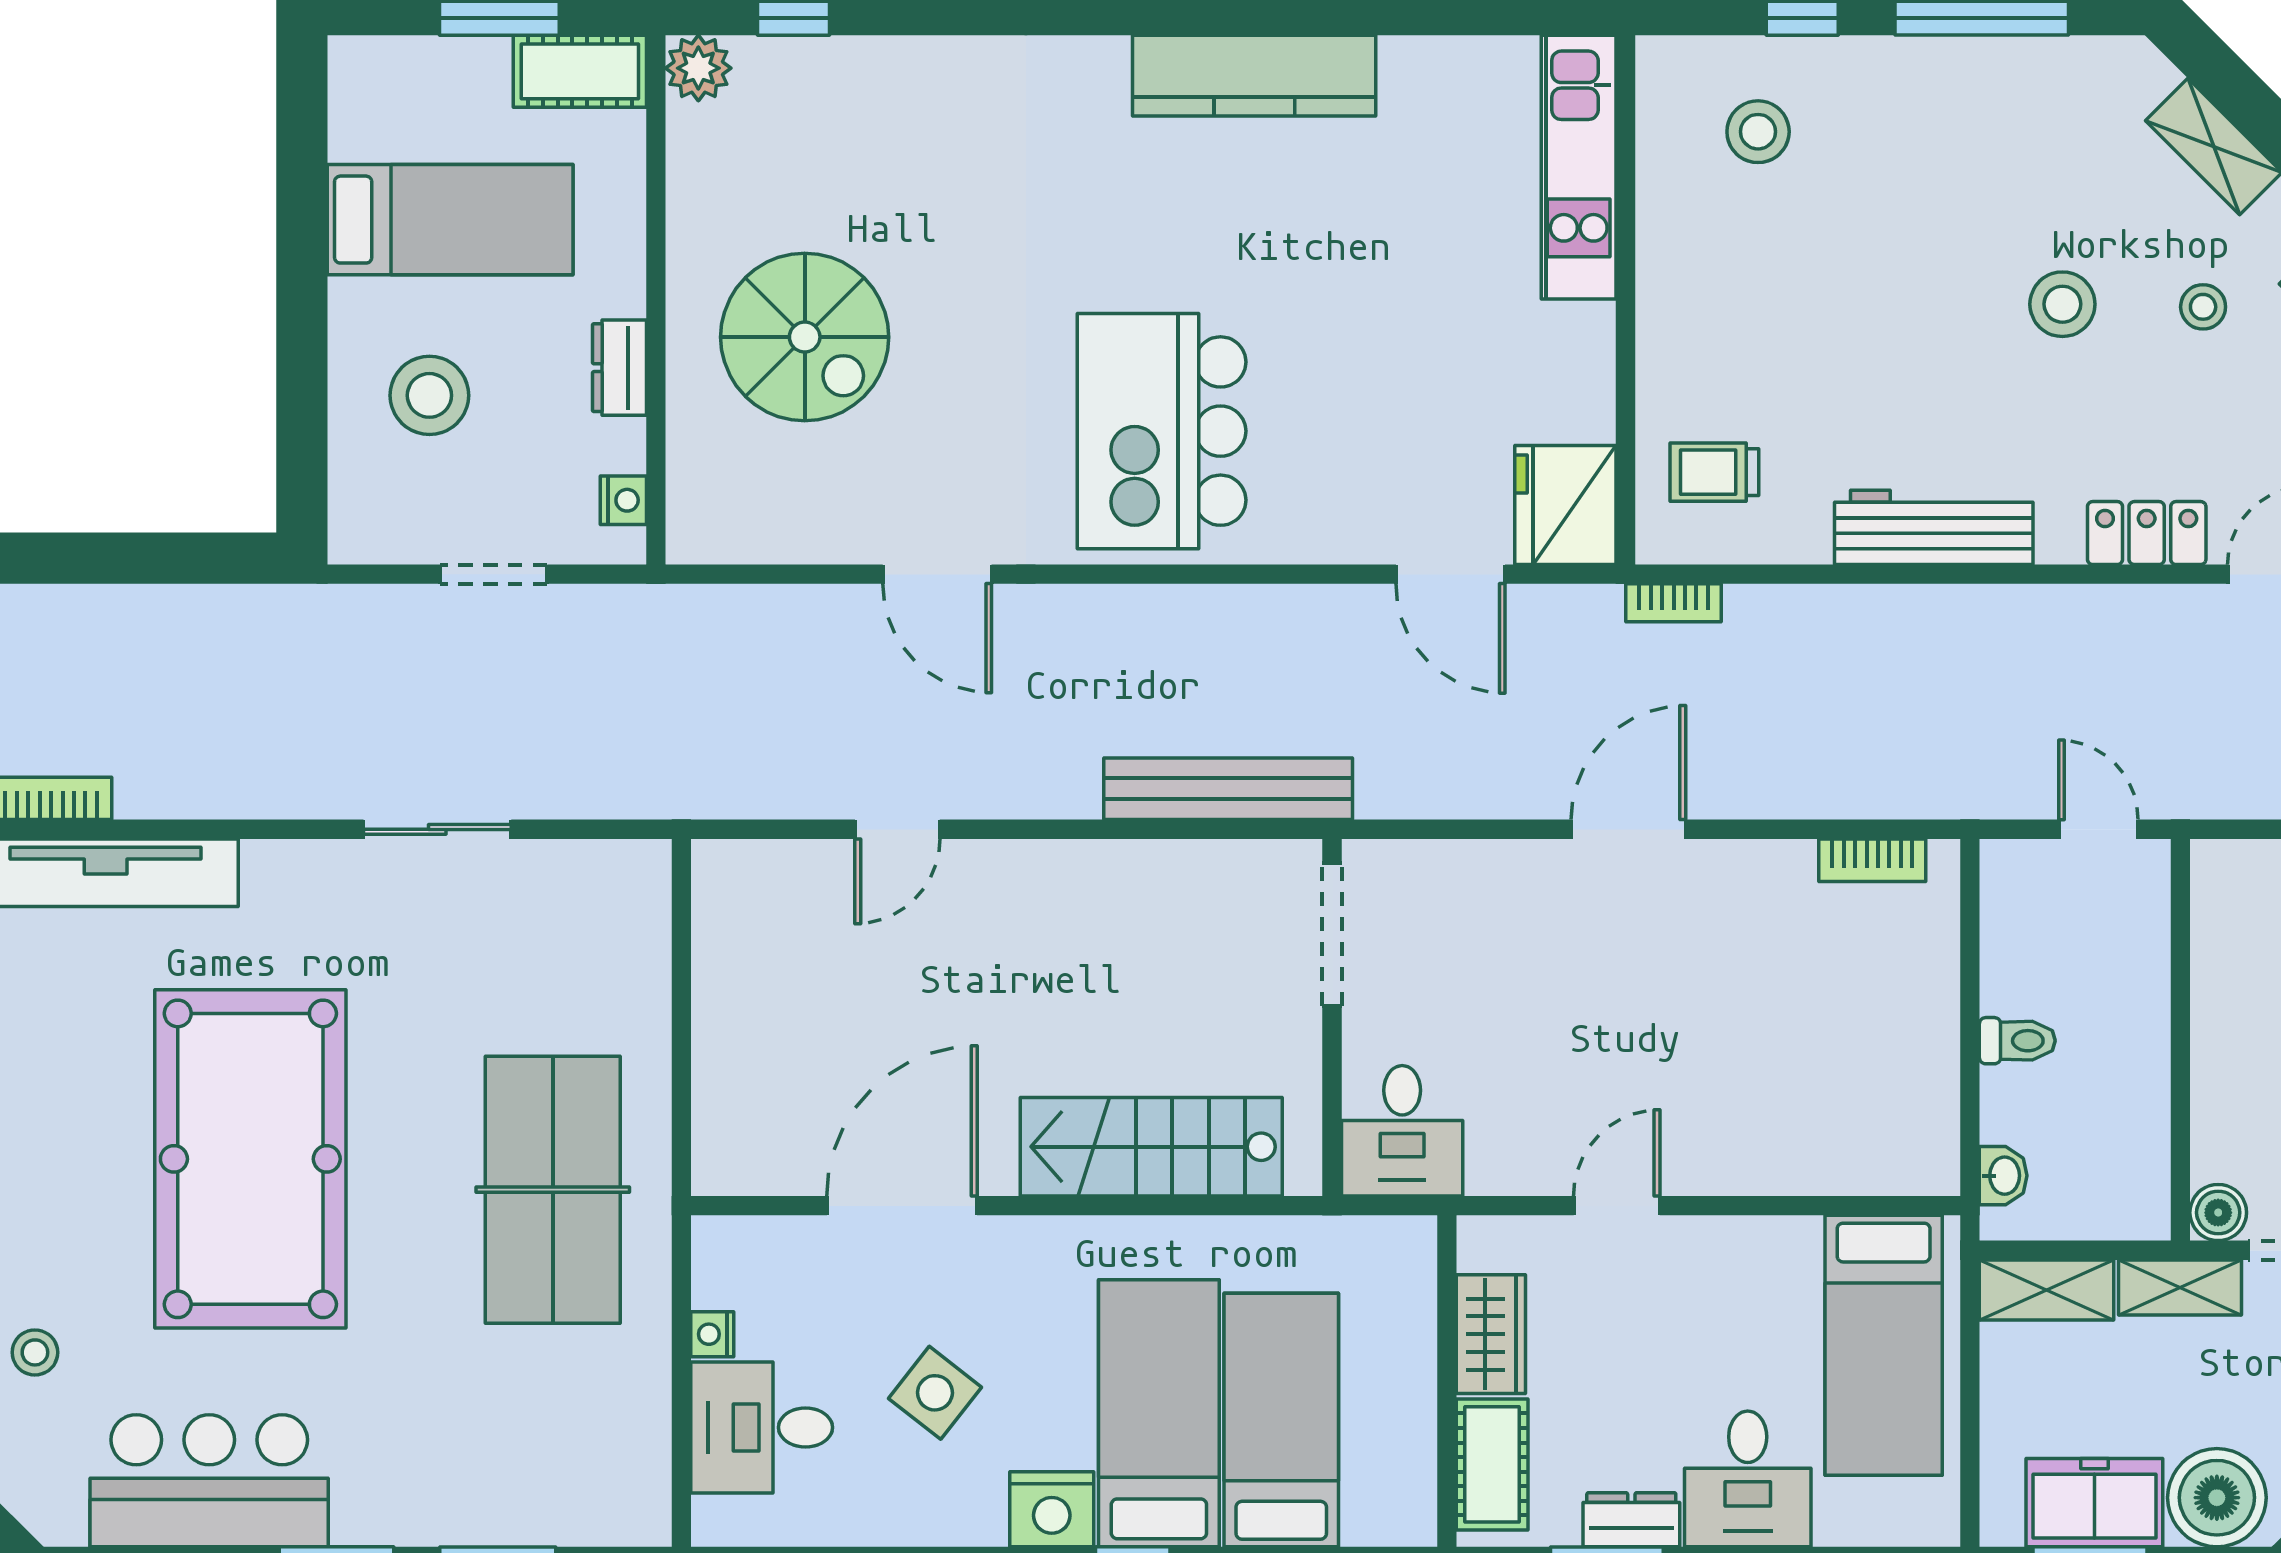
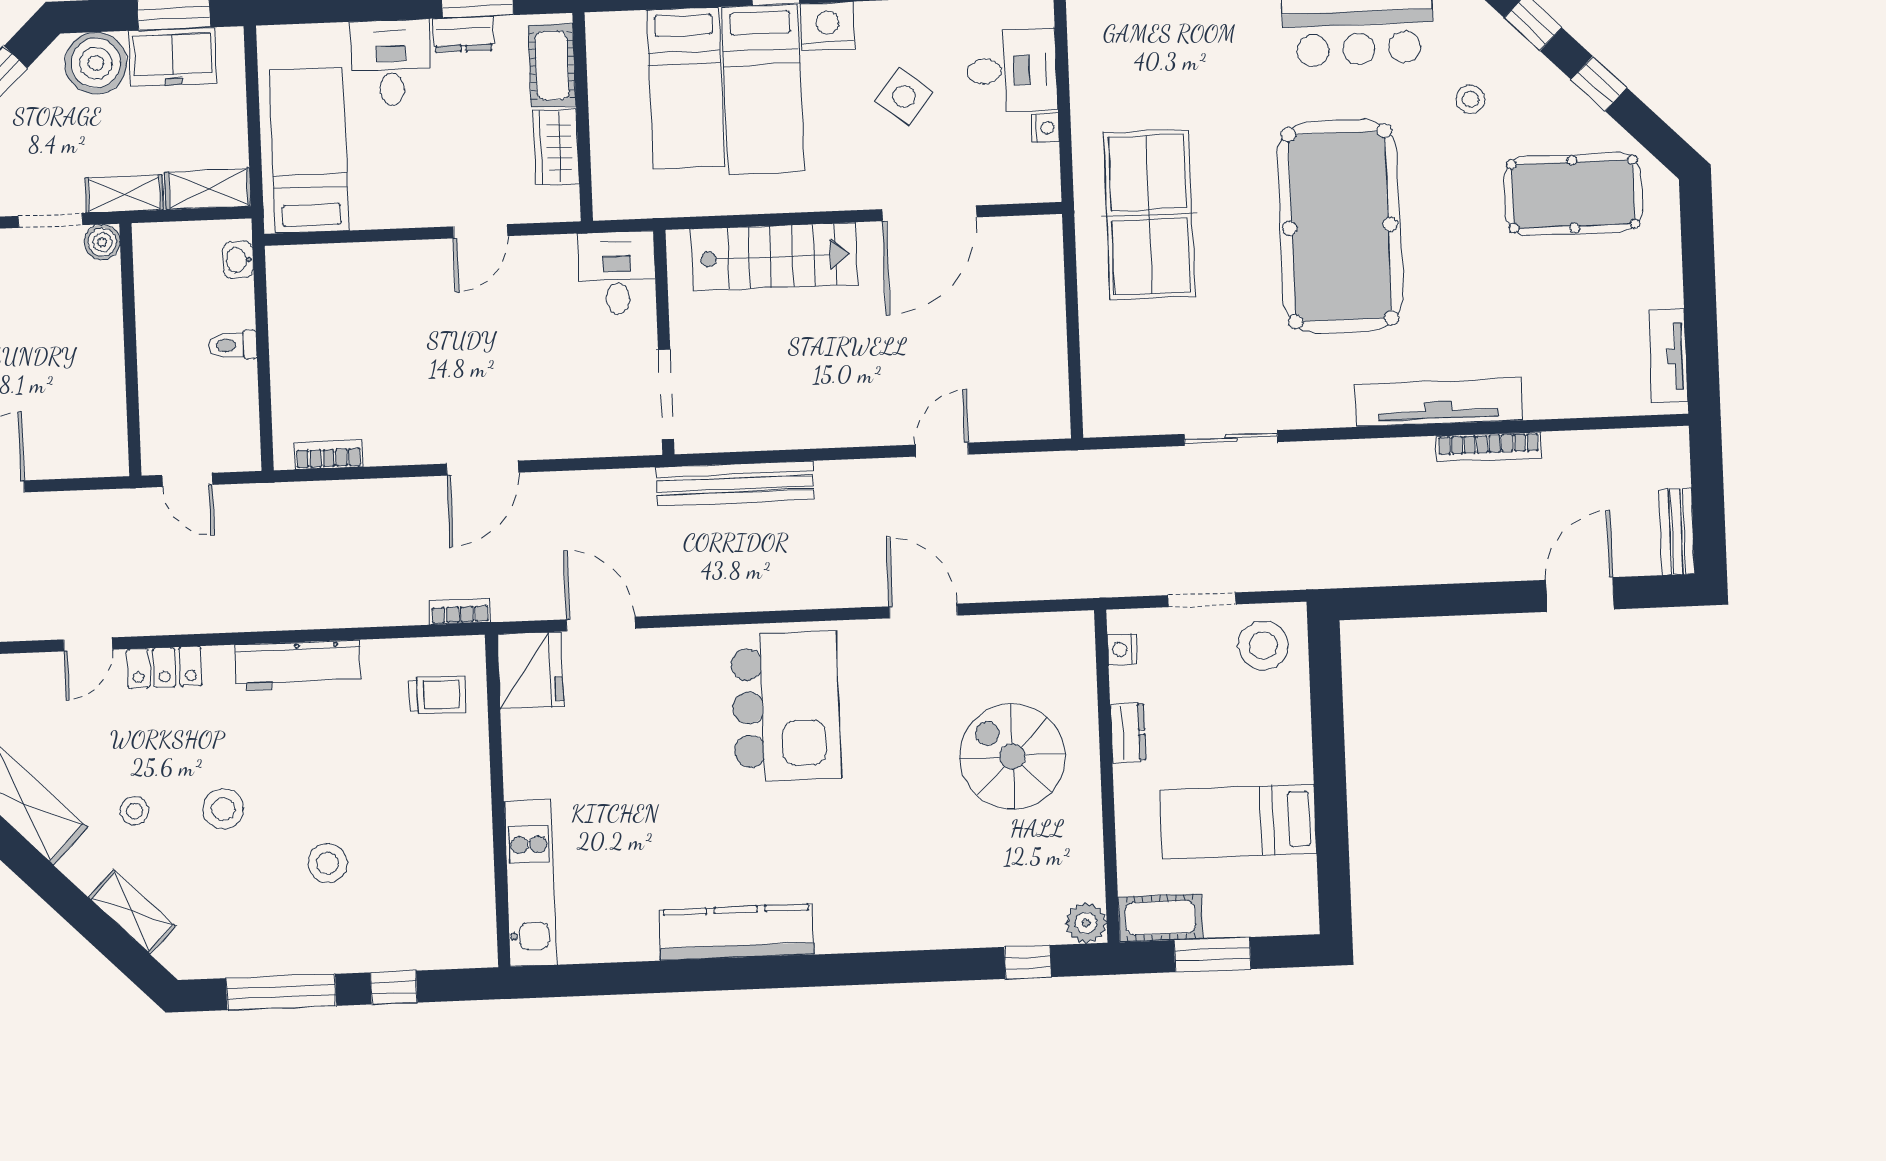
stool: (1758, 132) -> (327, 863), moved
stool: (429, 395) -> (1263, 645), moved

